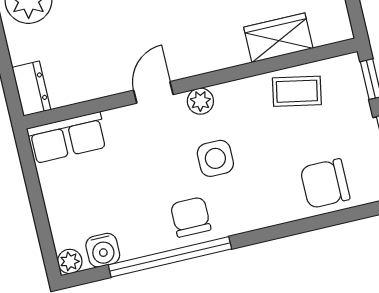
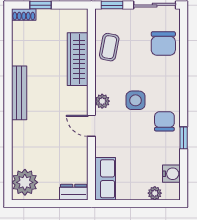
wardrobe: (278, 38) -> (78, 59), width x1.50
chair: (191, 217) -> (164, 121), turned 90
window: (170, 257) -> (184, 138), width x0.32
plant: (70, 261) -> (155, 193), moved

